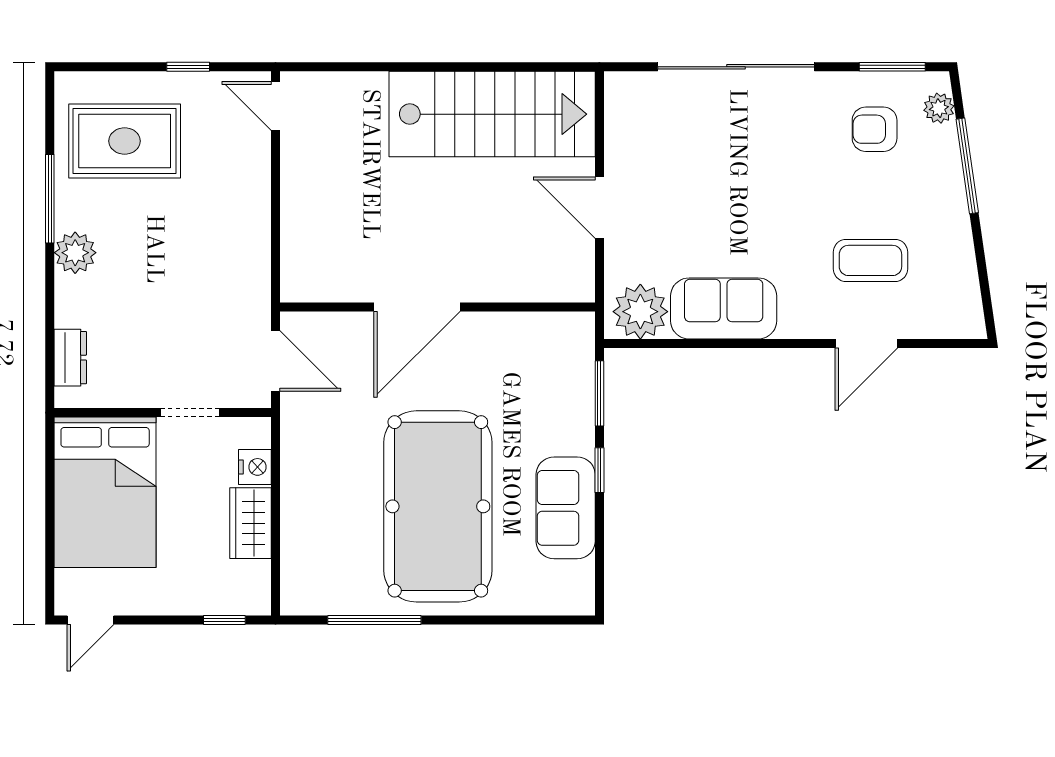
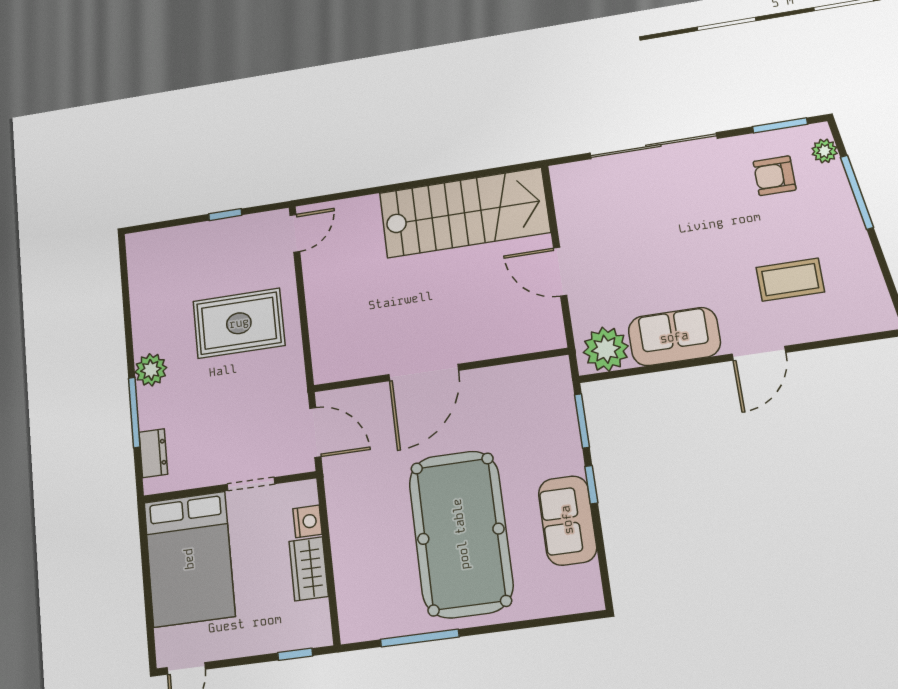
door: (275, 106) -> (295, 233), swing flipped
rug: (125, 141) -> (239, 323), moved
window: (50, 199) -> (134, 412), moved
door: (866, 343) -> (759, 353), moved

